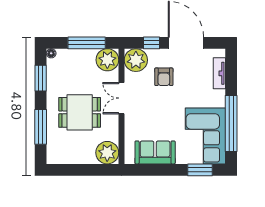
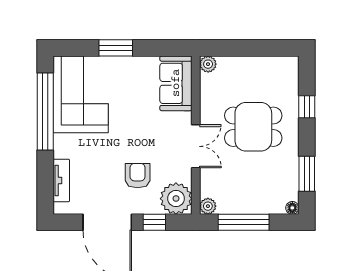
plant: (107, 60) -> (208, 206), width x0.53, depth x0.53
window: (41, 127) -> (307, 107), width x0.46
sofa: (155, 152) -> (176, 83), moved, turned 90
plant: (107, 153) -> (208, 64), width x0.53, depth x0.53
window: (200, 170) -> (116, 48), moved

